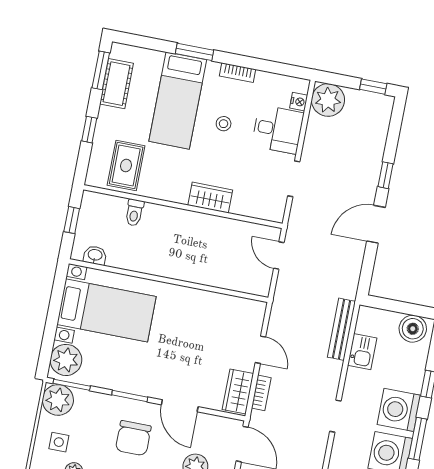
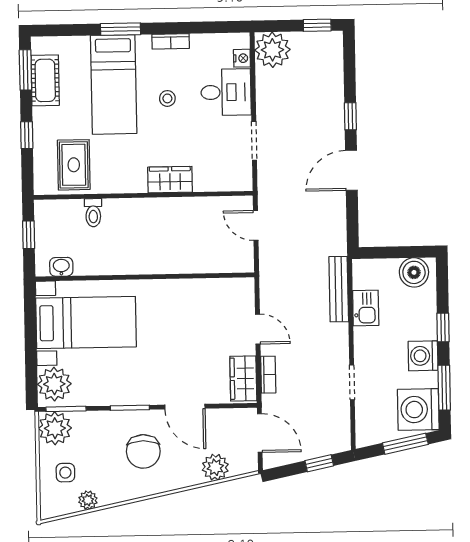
washing machine: (399, 410) -> (423, 356), width x0.73, depth x0.73

